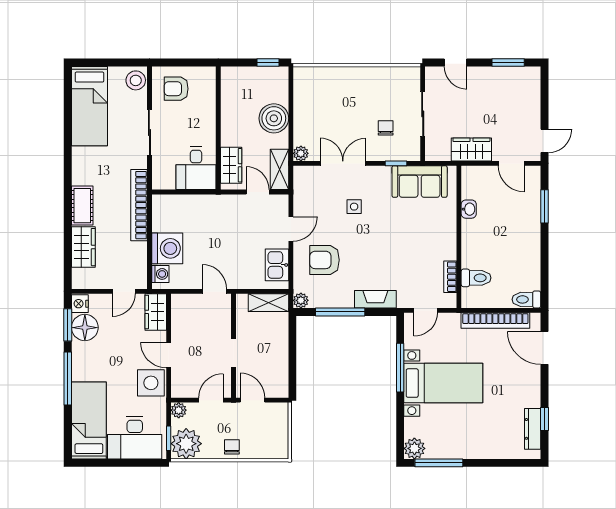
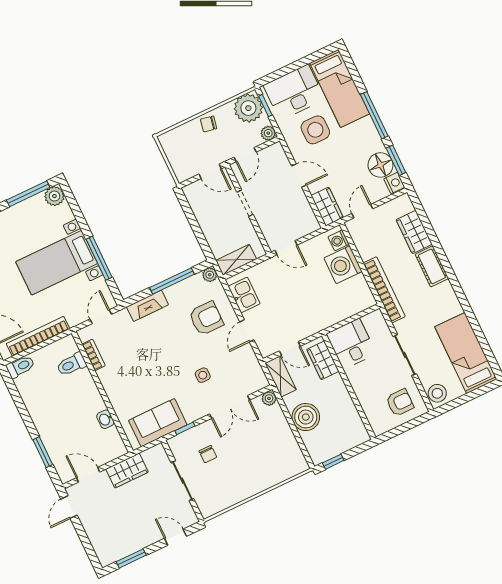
side table: (151, 383) -> (315, 130), moved
chair: (232, 447) -> (209, 124), turned 101

